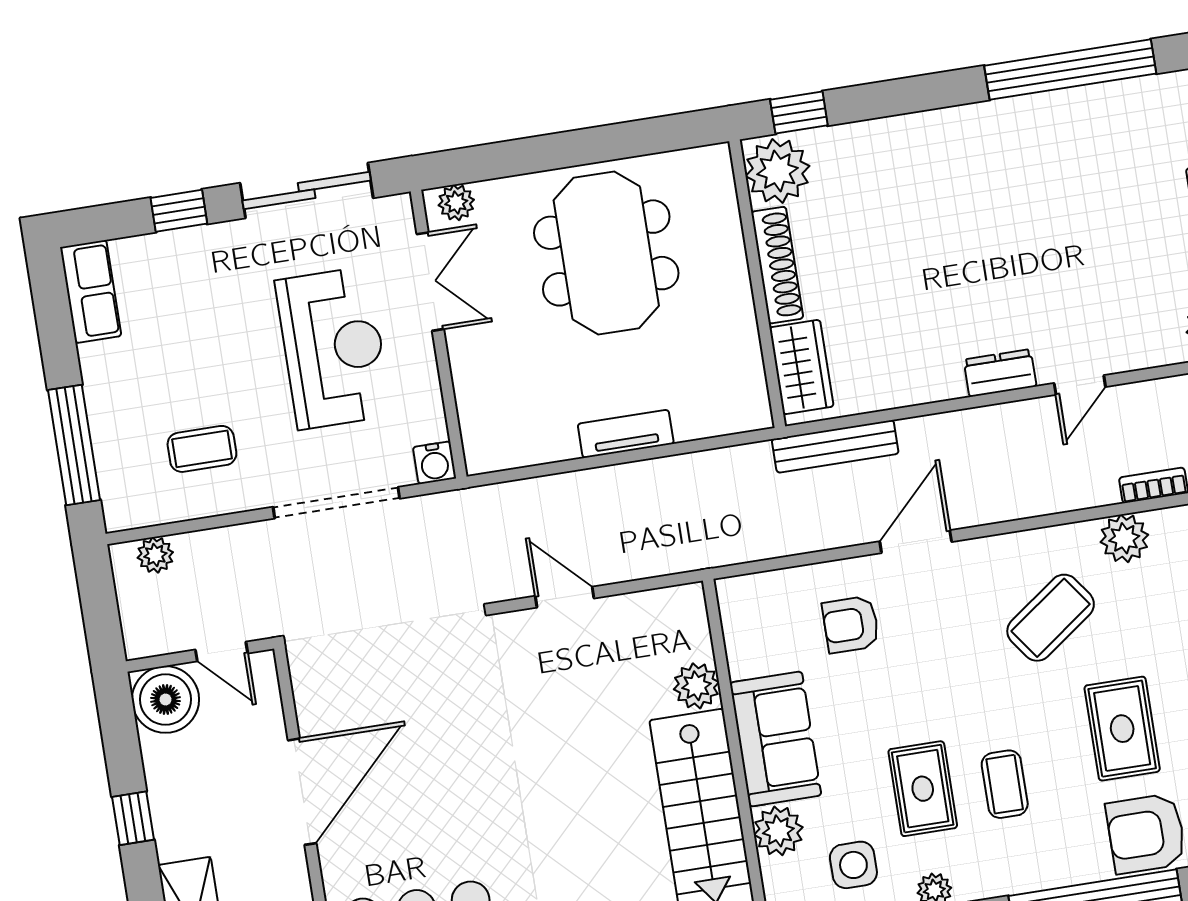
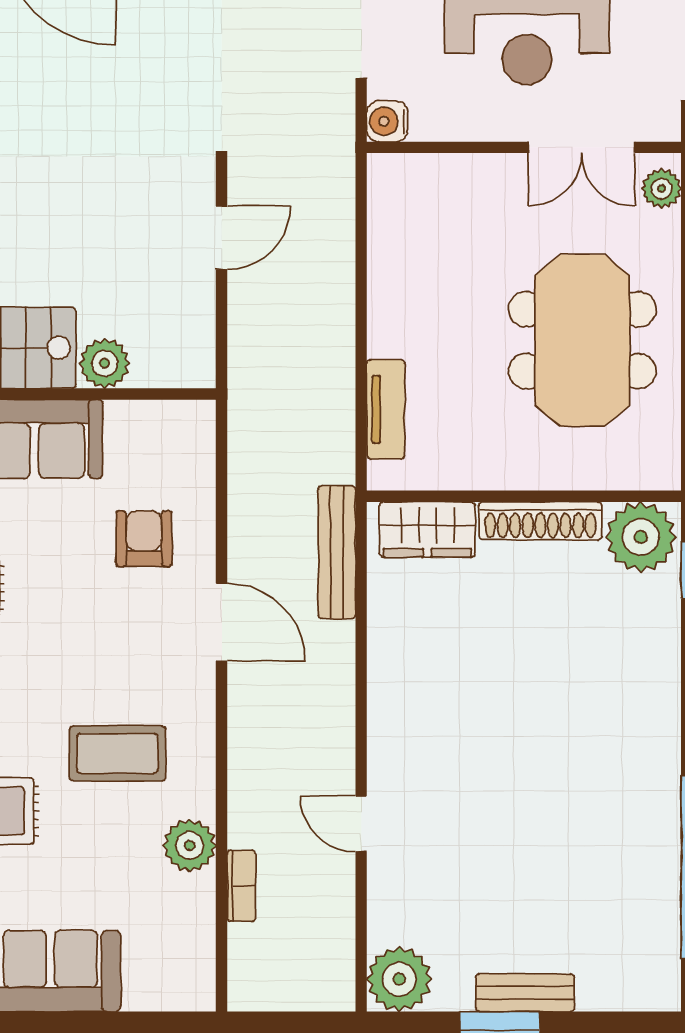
meeting table: (606, 253) -> (582, 340), turned 90
dresser: (1000, 373) -> (387, 741), removed
tv unit: (626, 434) -> (386, 409), moved
coffee table: (1051, 618) -> (117, 753), turned -54

